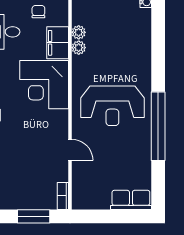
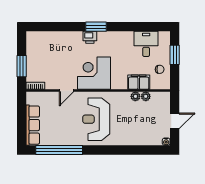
corner desk: (44, 85) -> (94, 73), moved
window: (158, 126) -> (59, 150), moved
row of seats: (131, 200) -> (33, 125), width x1.48

